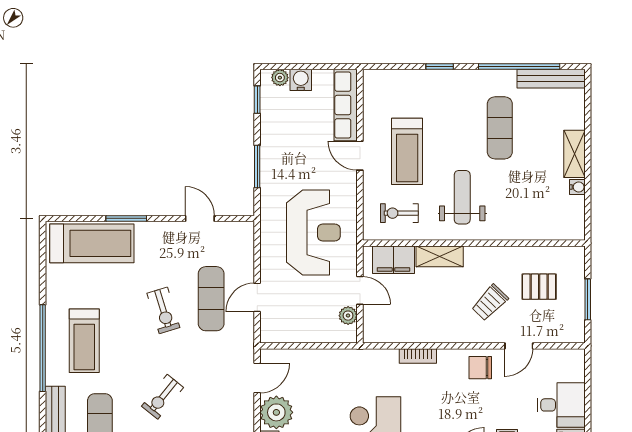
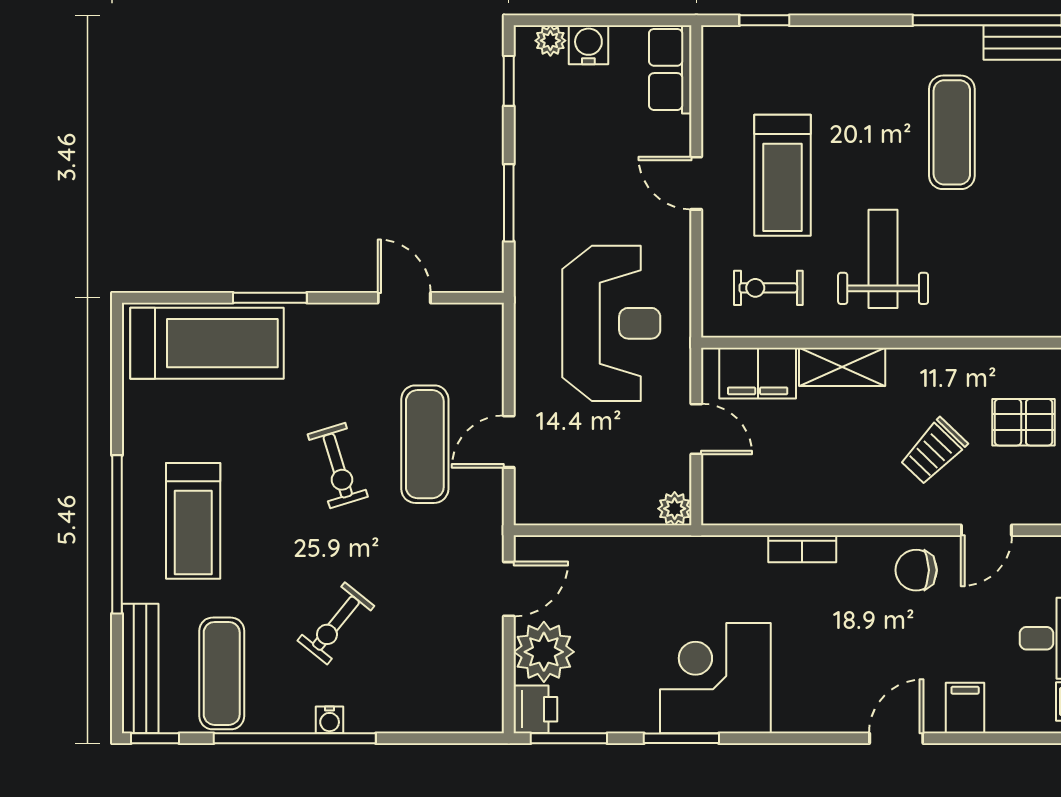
window: (440, 67) -> (764, 20), moved
row of seats: (346, 105) -> (670, 69), width x0.68
plant: (348, 316) -> (675, 509), moved

